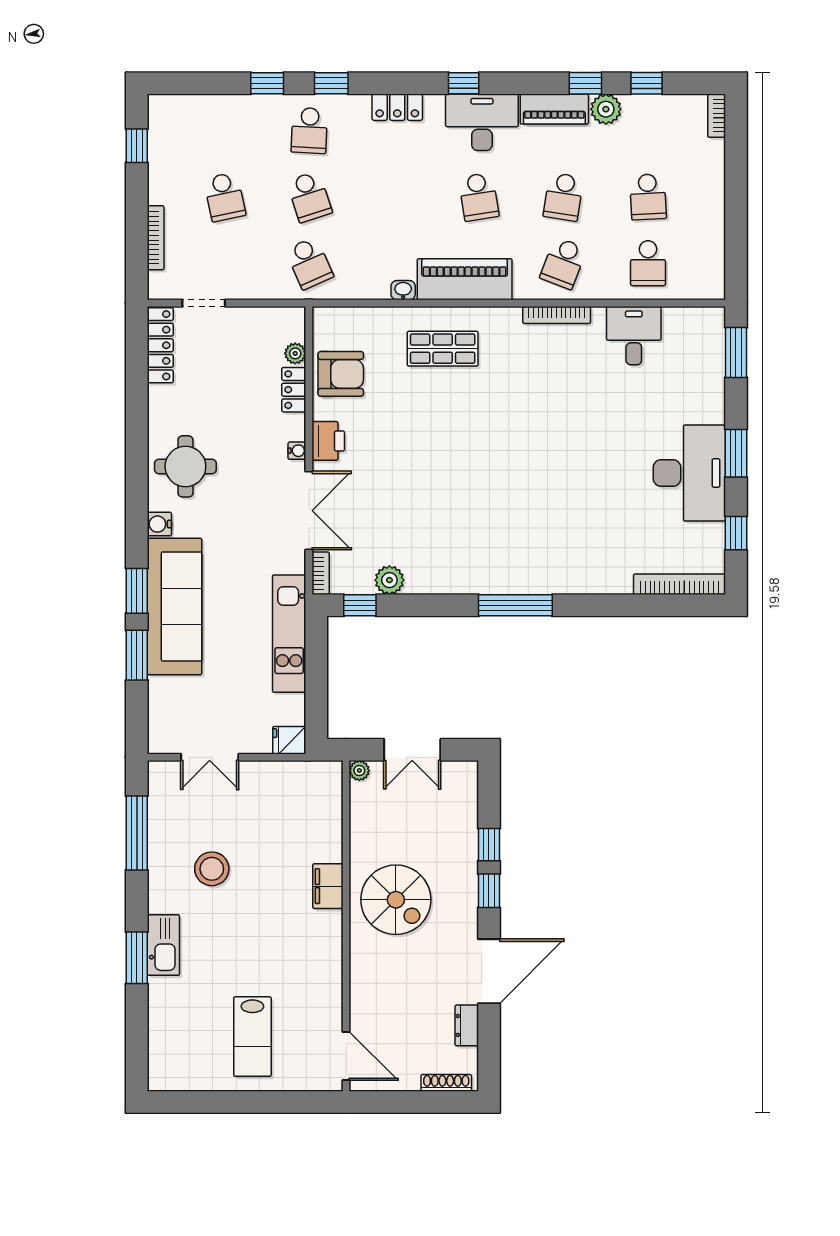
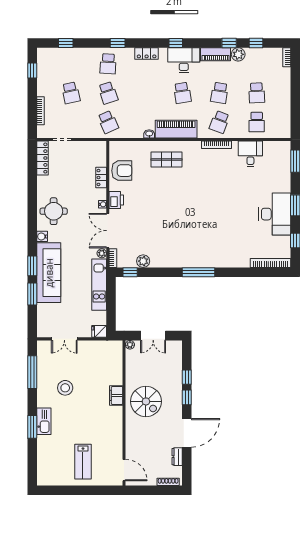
window: (267, 83) -> (66, 43), moved
plant: (295, 353) -> (102, 253), moved
double door: (309, 511) -> (108, 231), swing flipped

